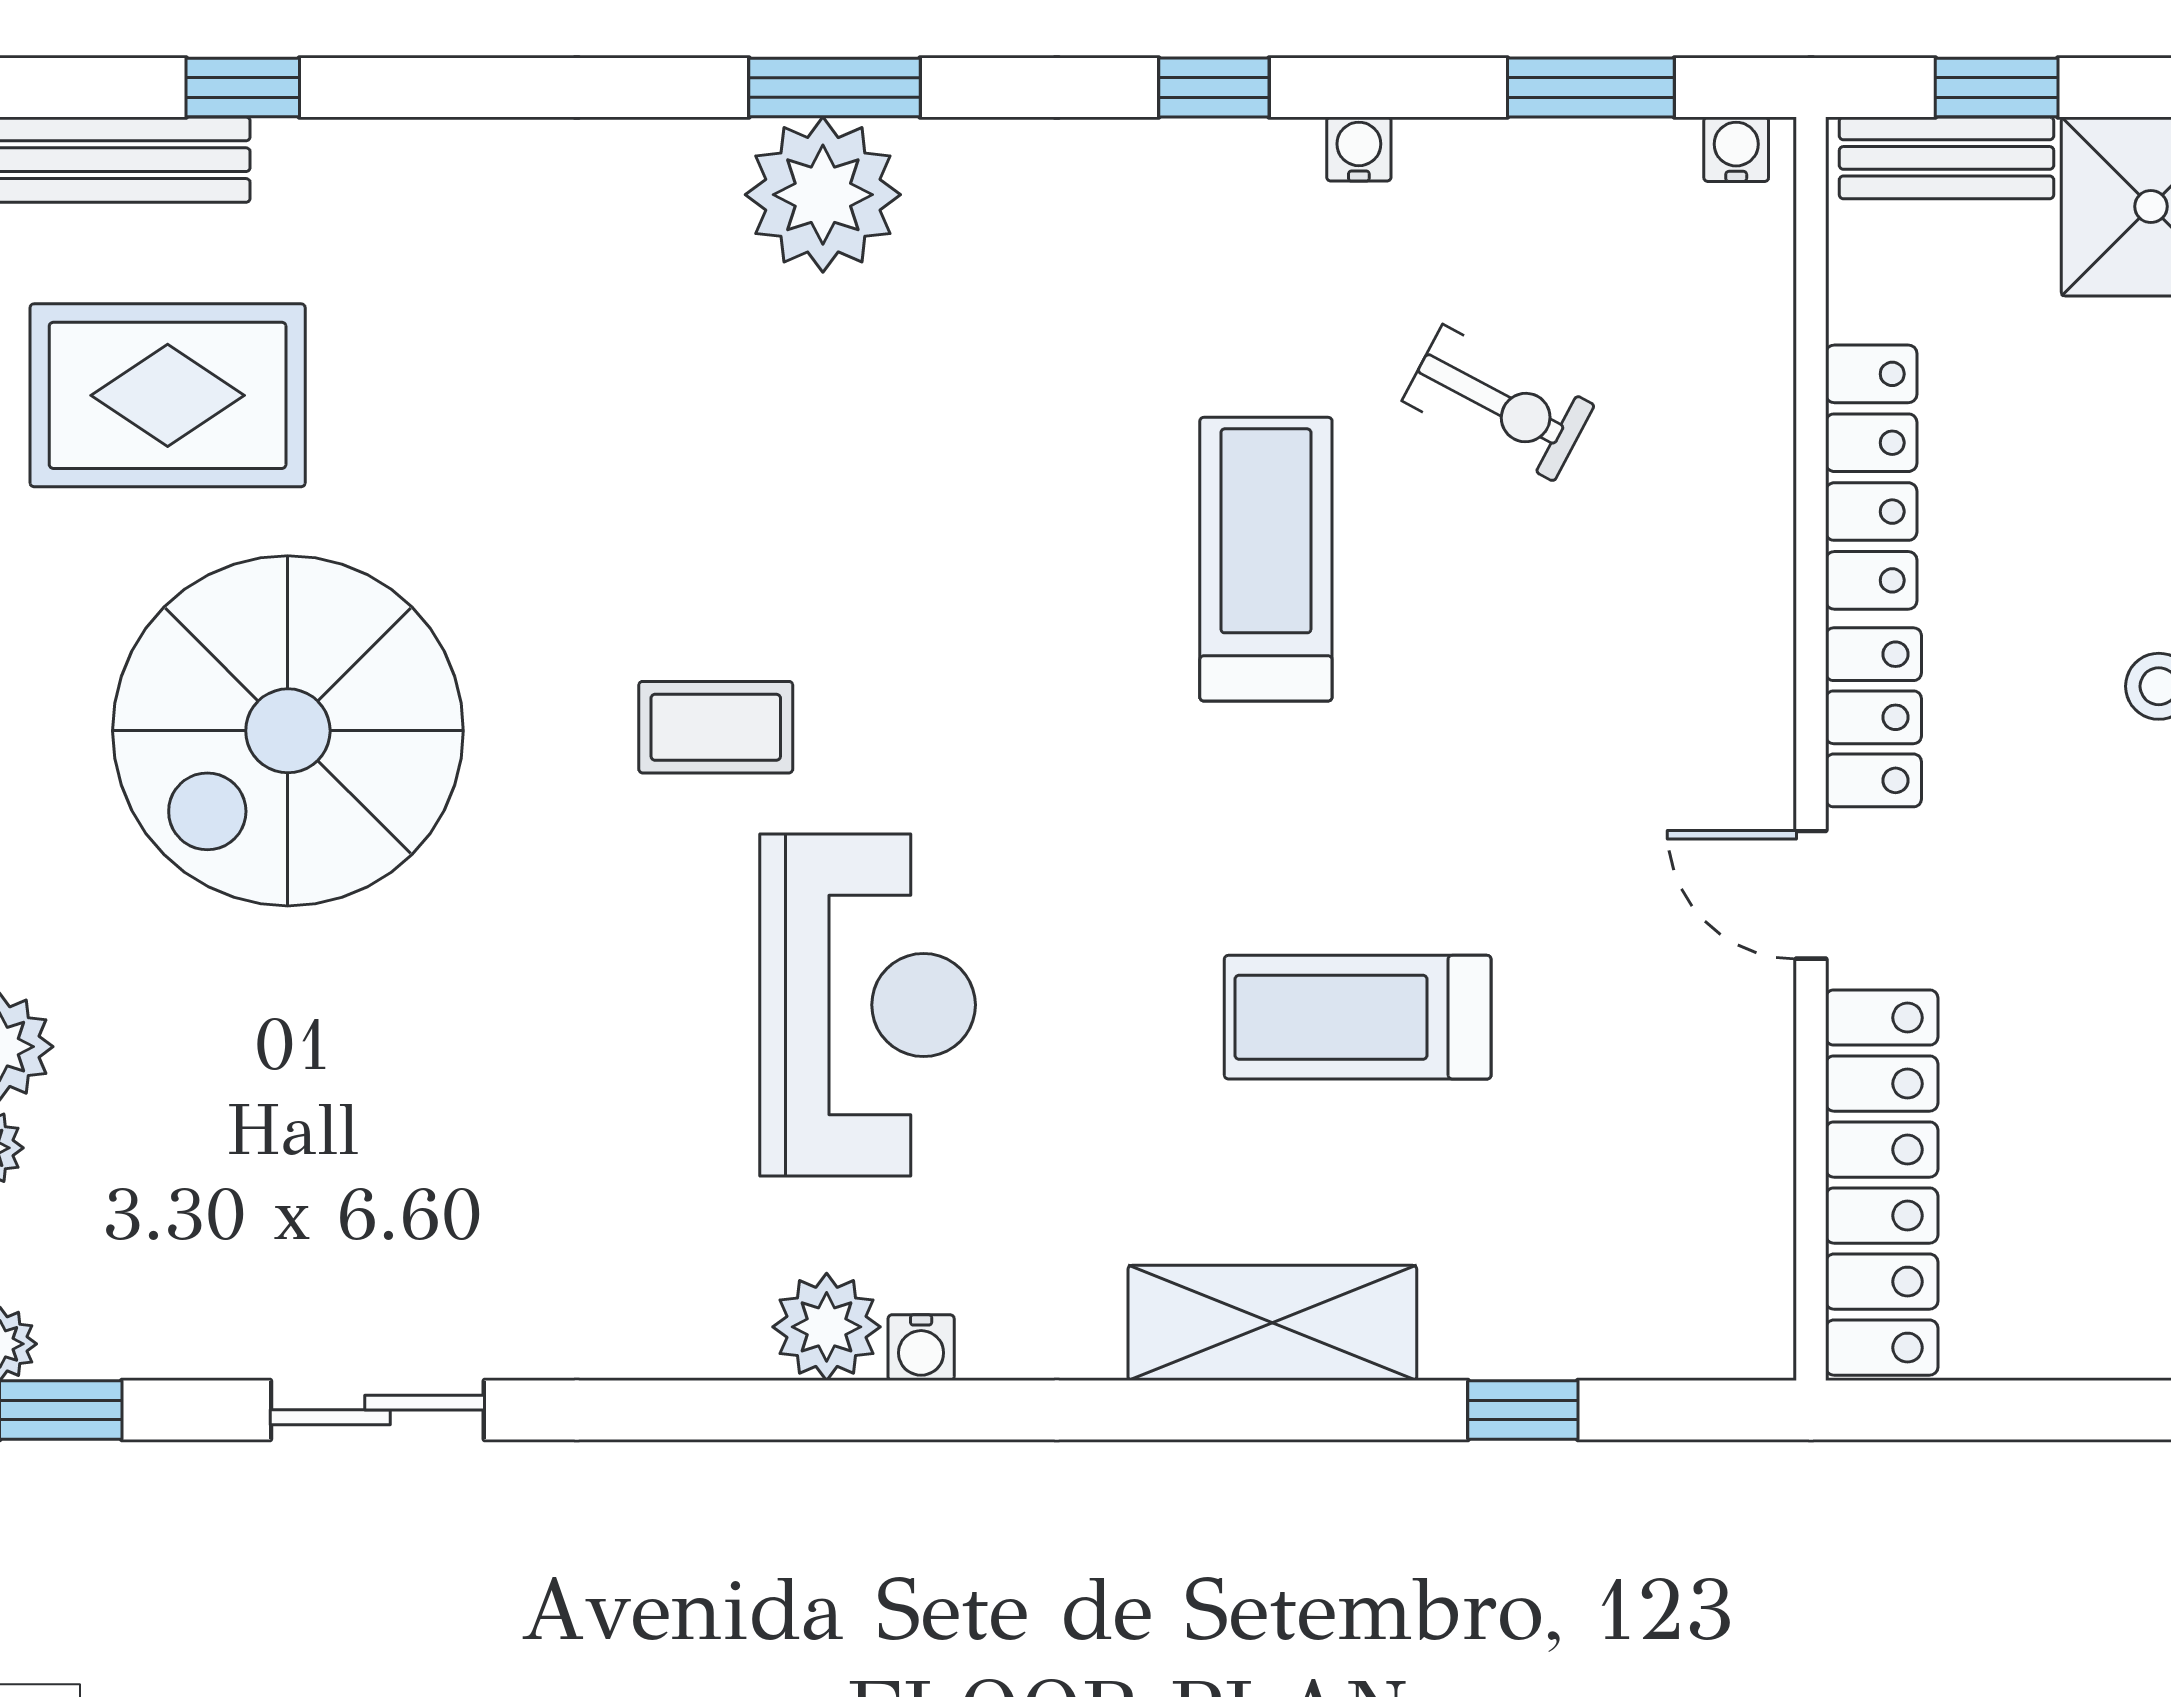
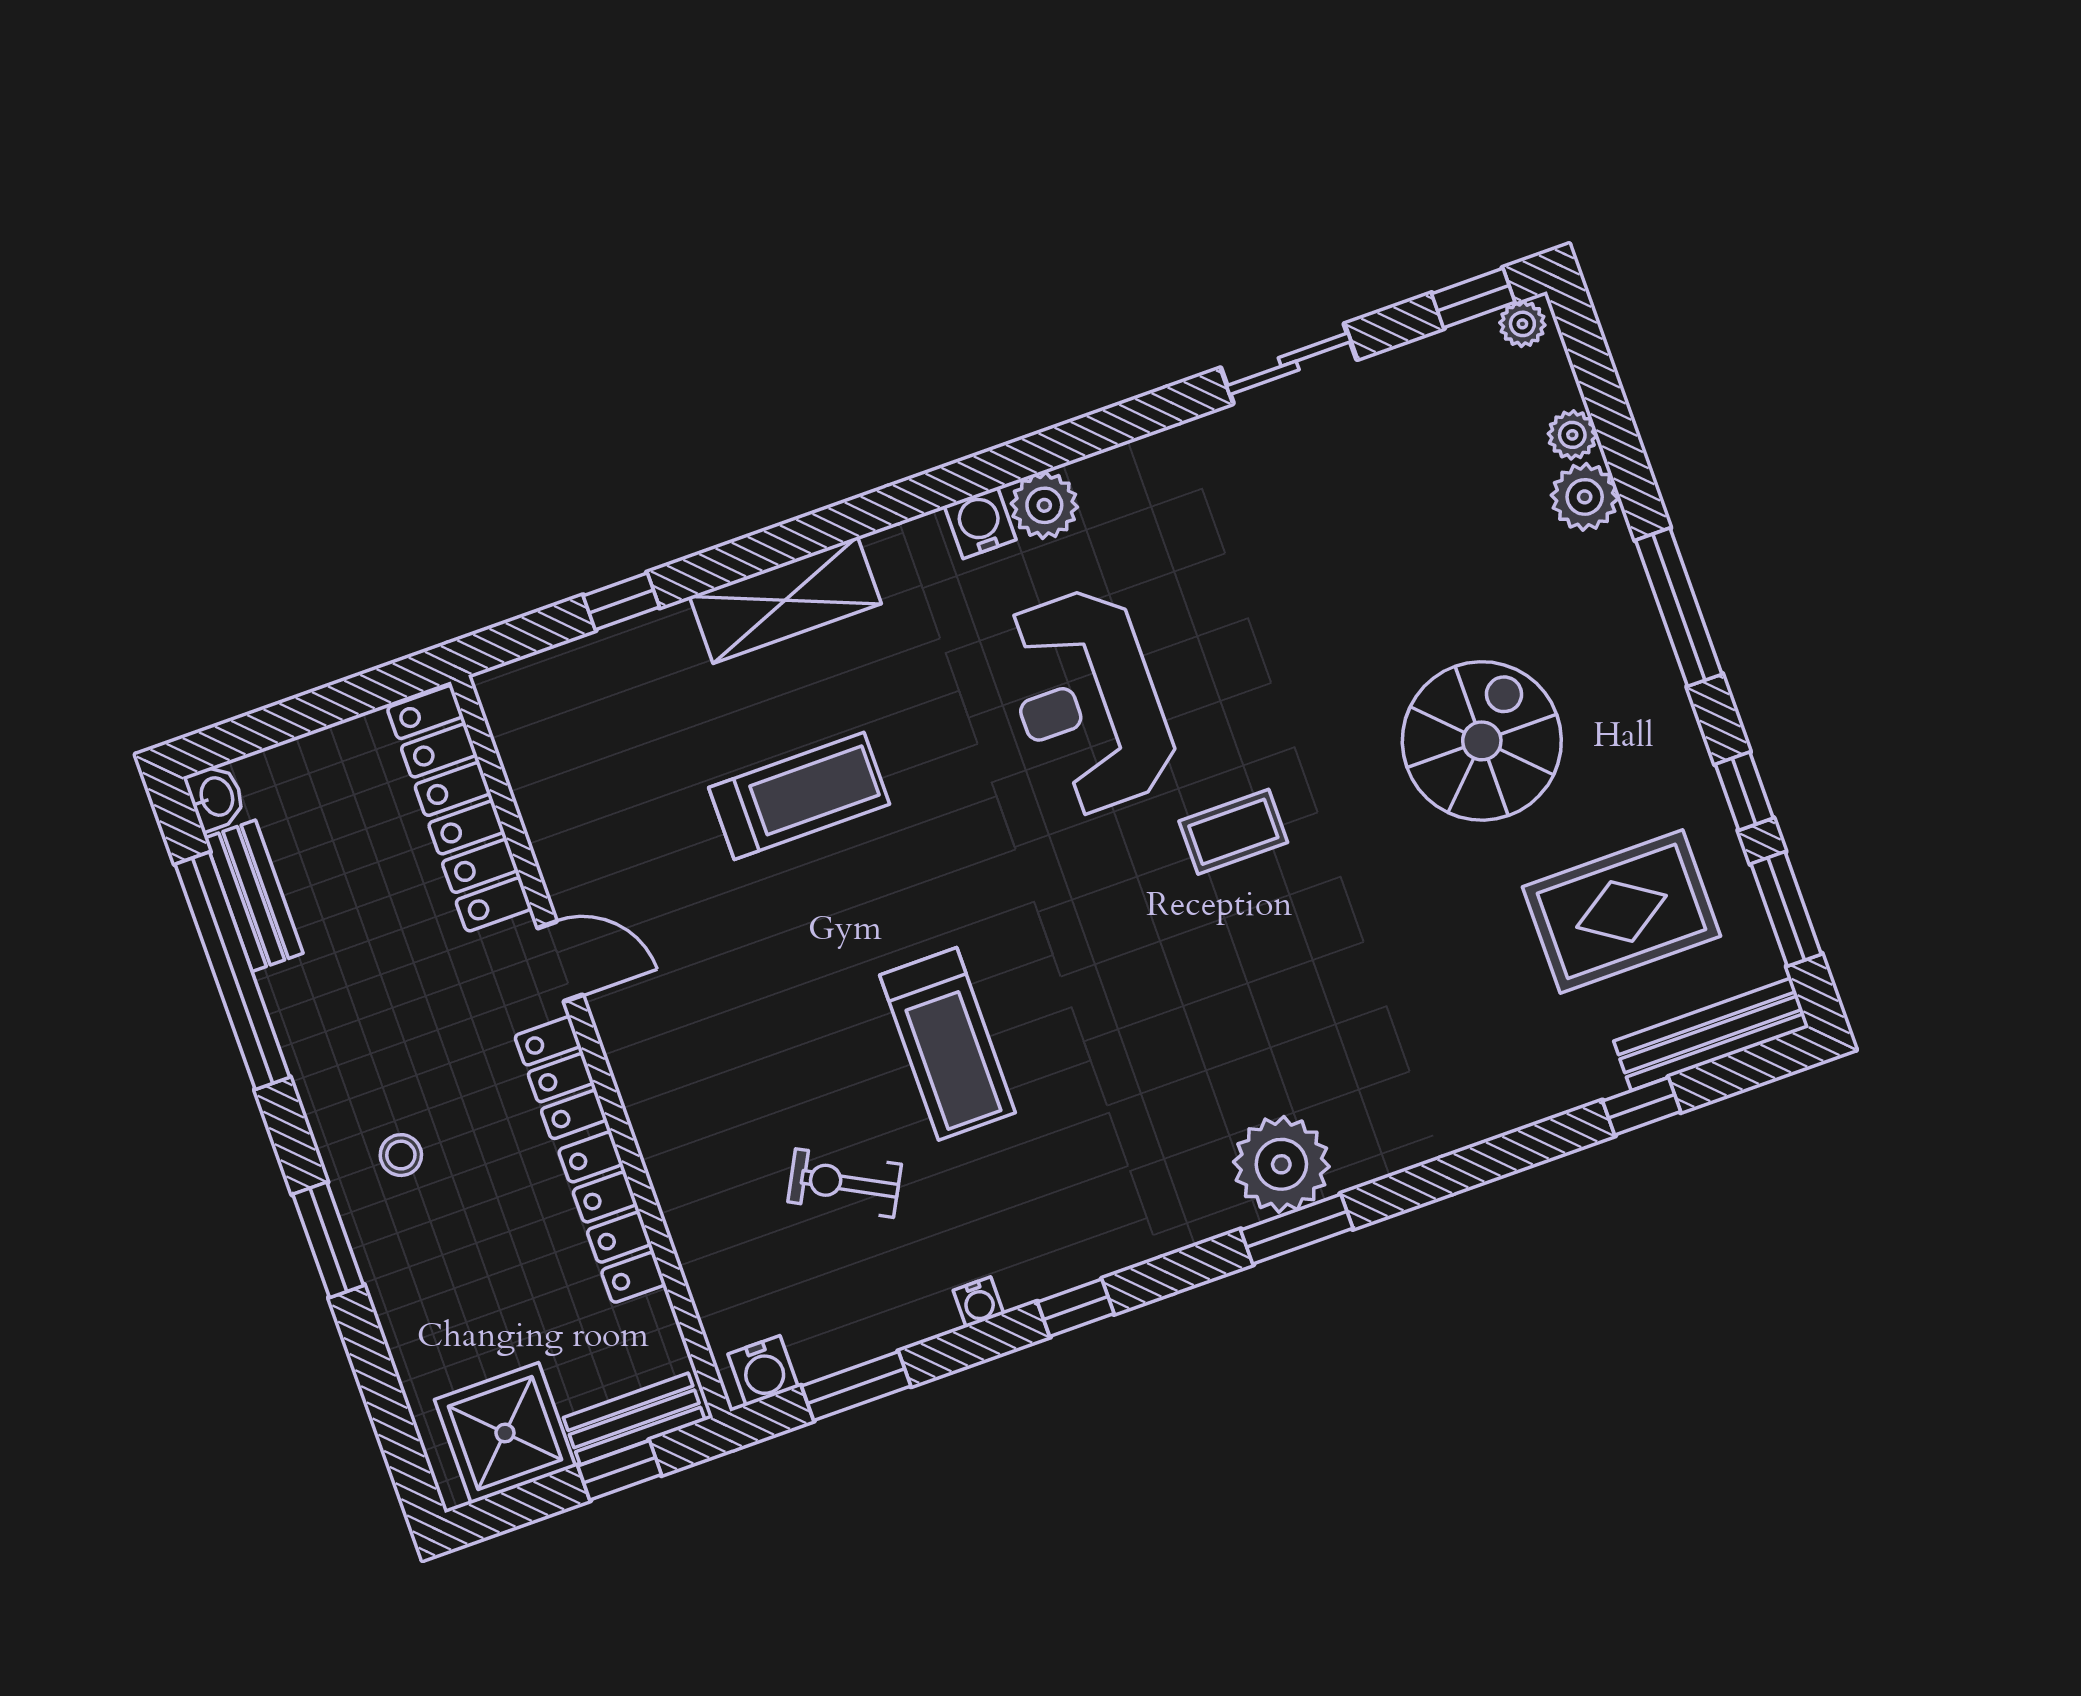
water cooler: (1736, 149) -> (763, 1371), width x1.38, depth x1.38
spiral stairs: (288, 731) -> (1482, 741), width x0.73, depth x0.73
water cooler: (921, 1348) -> (980, 523), width x1.38, depth x1.38

